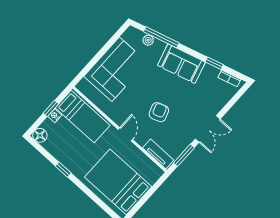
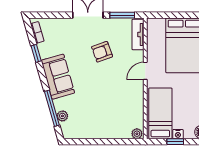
corner sofa: (116, 69) -> (105, 120), removed
plant: (83, 85) -> (137, 134), added
armchair: (159, 112) -> (102, 52), moved

